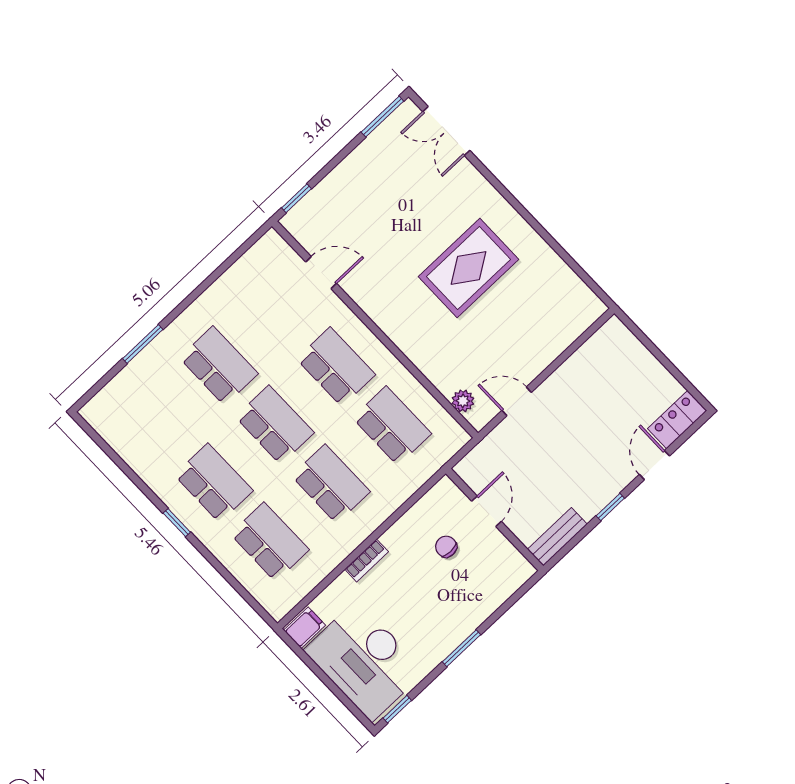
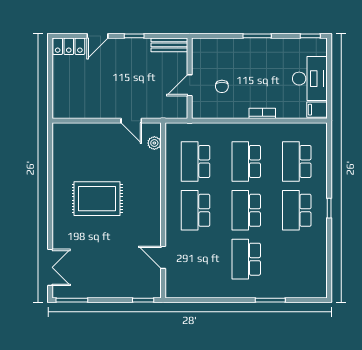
desk: (364, 661) -> (310, 79), width x0.73, depth x0.77

